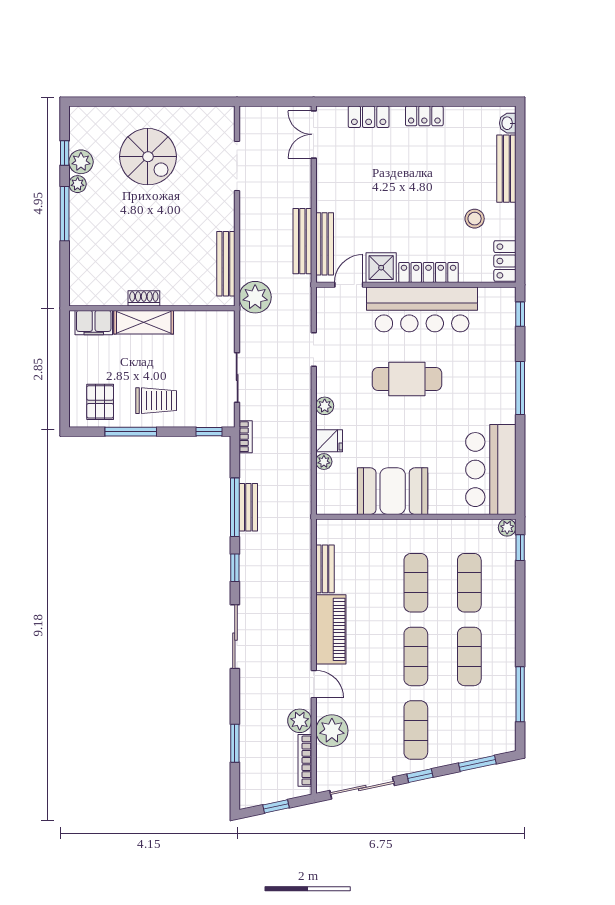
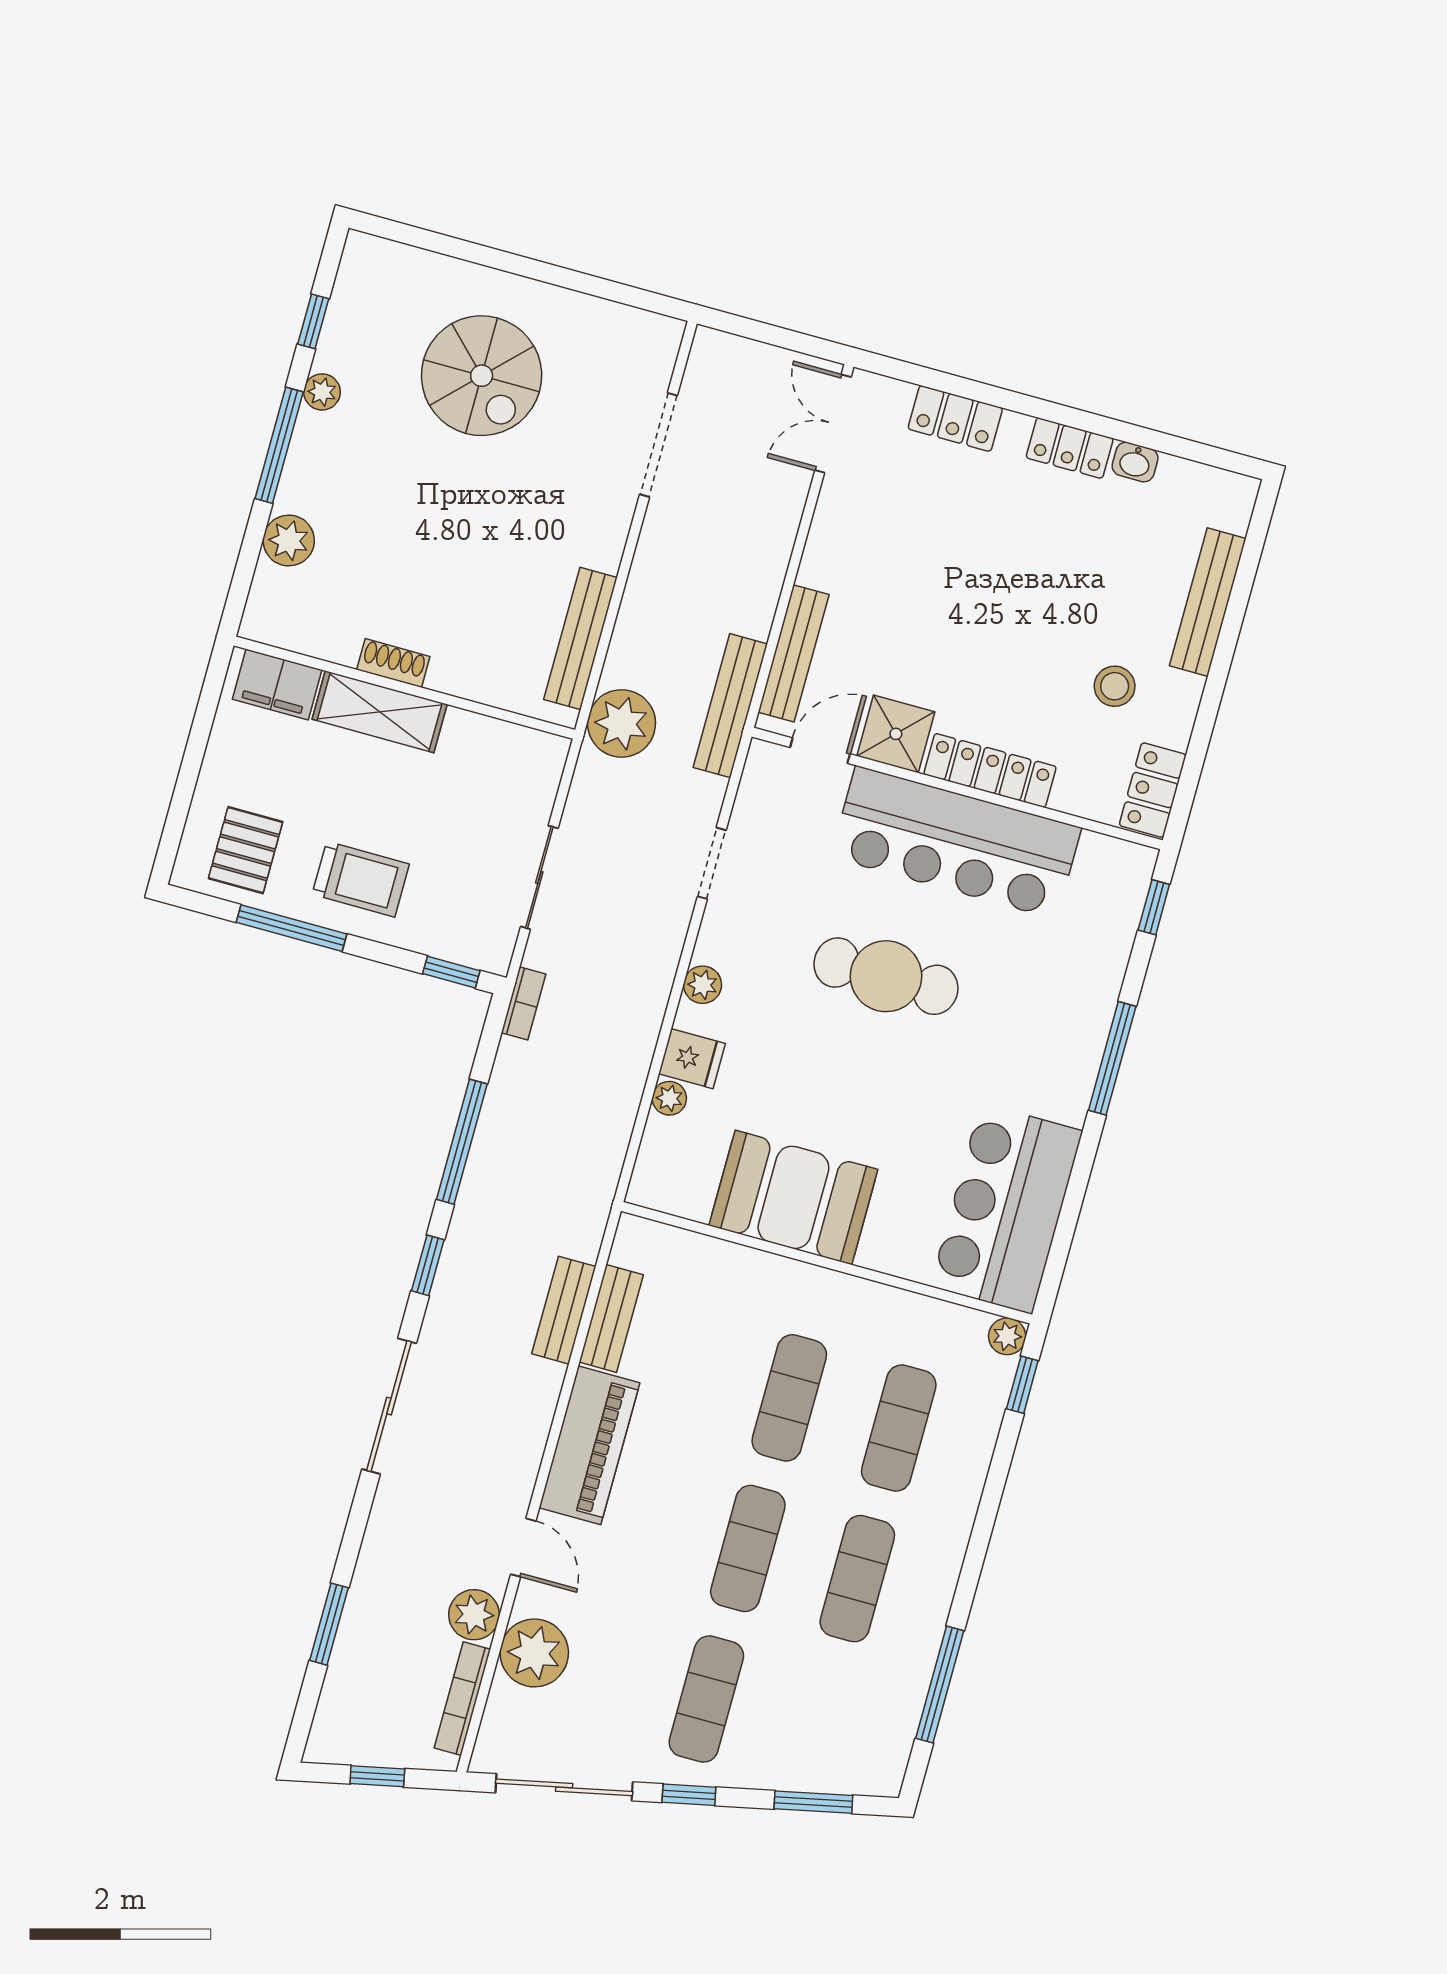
washbasin: (508, 123) -> (1135, 462), moved, turned -90
plant: (81, 162) -> (289, 540), moved
bench: (302, 241) -> (730, 706), moved
bench: (248, 507) -> (564, 1310), moved

